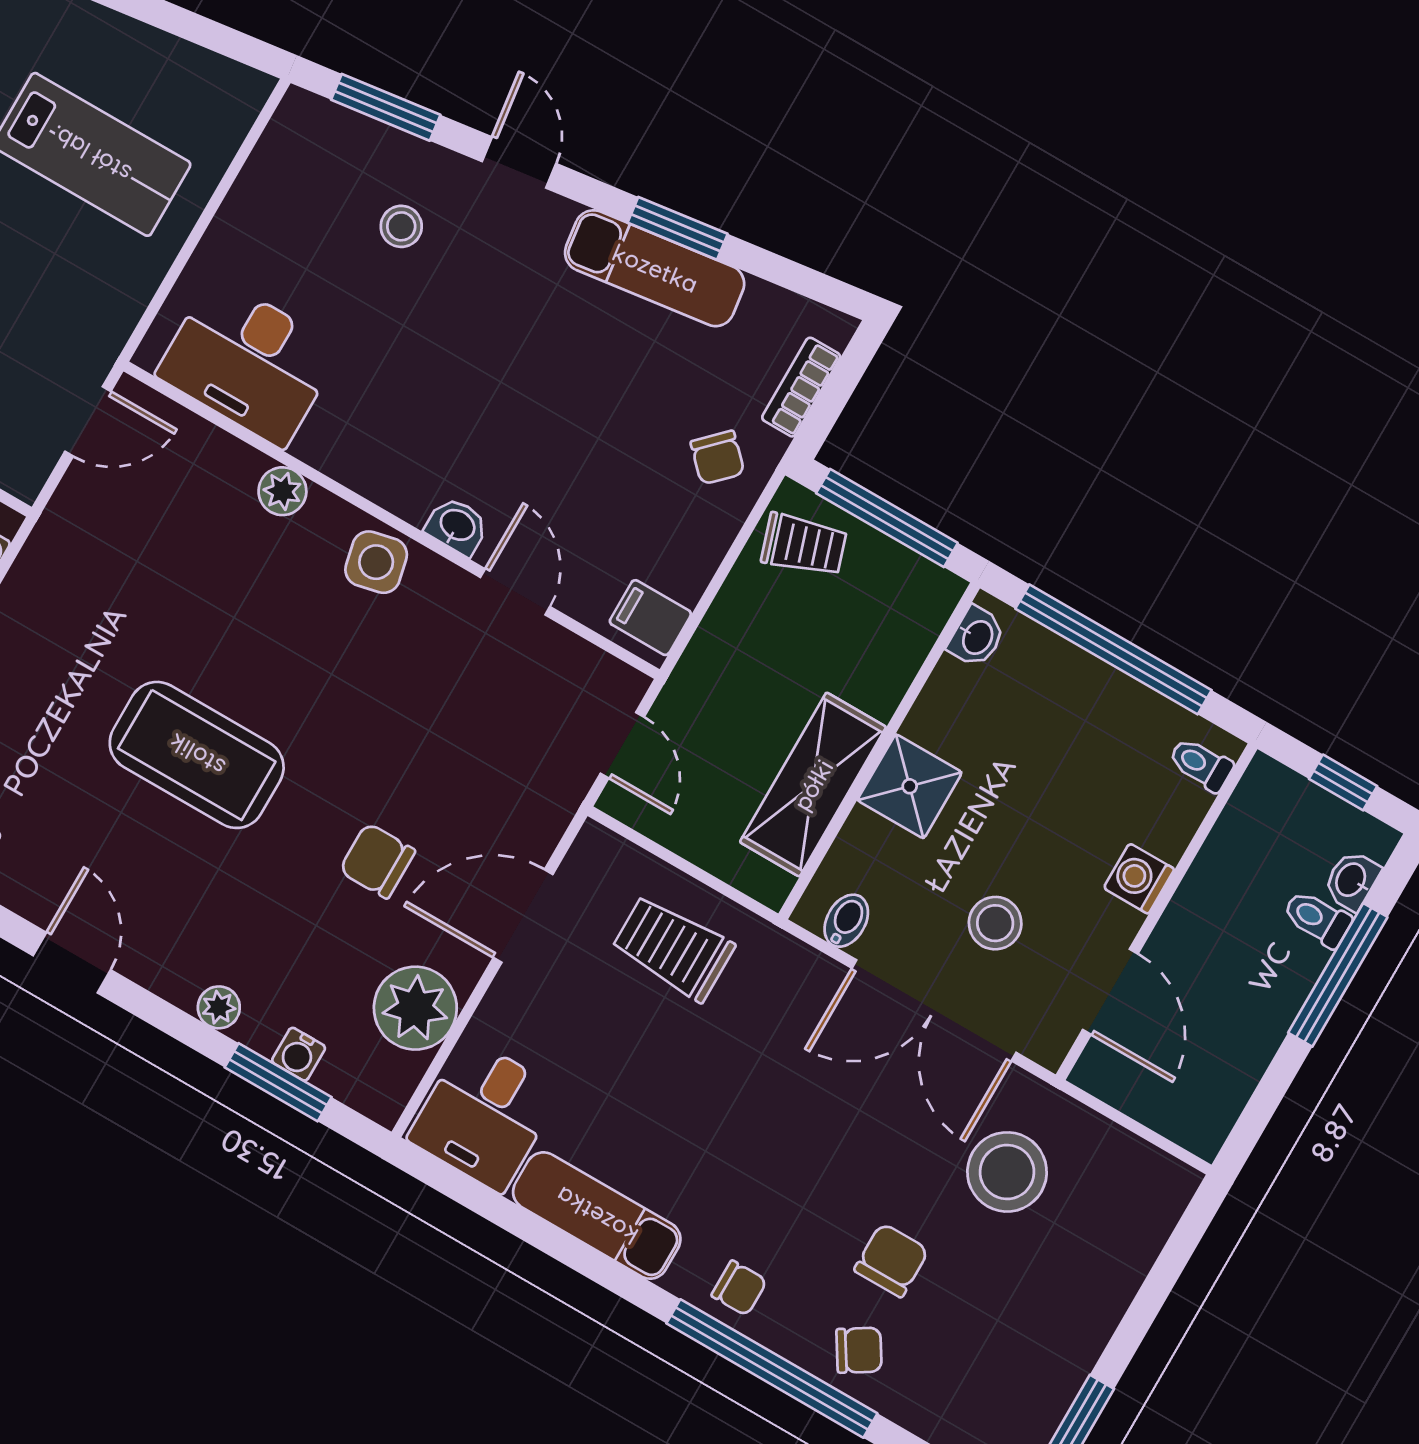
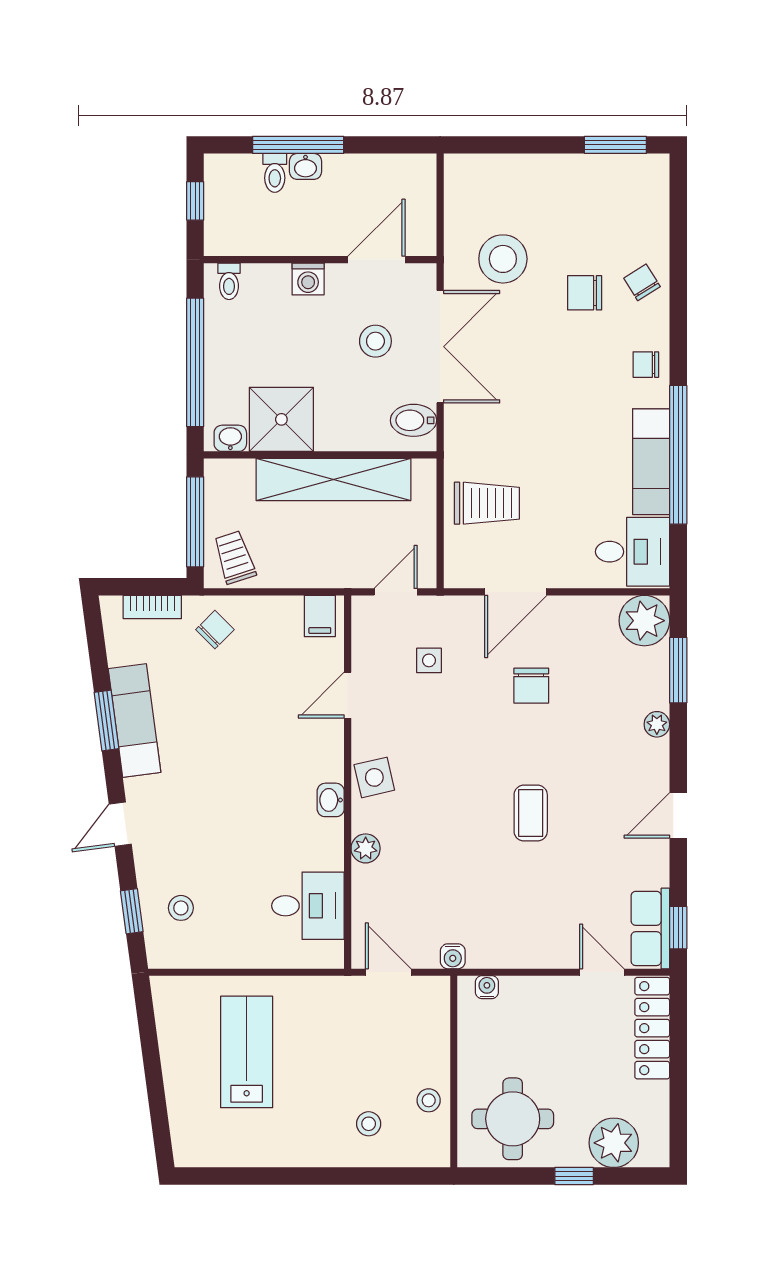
window: (386, 107) -> (132, 911), width x0.67
stool: (401, 226) -> (181, 908), moved
desk: (248, 362) -> (308, 906), width x0.73
washbasin: (457, 526) -> (331, 800), moved
side table: (497, 736) -> (429, 660), added
coffee table: (197, 755) -> (531, 813), width x0.54, depth x0.58
shelving: (813, 785) -> (333, 479), width x1.47
shower: (910, 786) -> (281, 419), moved, width x1.36, depth x1.36
washbasin: (1352, 880) -> (306, 166), moved
door: (523, 916) -> (516, 592), hinge flipped
bidet: (846, 921) -> (414, 420), width x1.38, depth x1.36
trolley: (673, 948) -> (487, 503), turned -90
plant: (415, 1008) -> (644, 621), moved
water cooler: (299, 1054) -> (453, 956), moved, turned 90
chair: (739, 1288) -> (646, 365), turned -90
window: (772, 1368) -> (678, 455), moved

